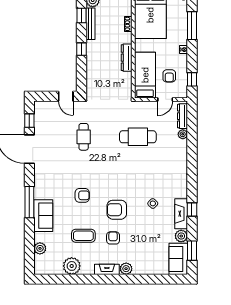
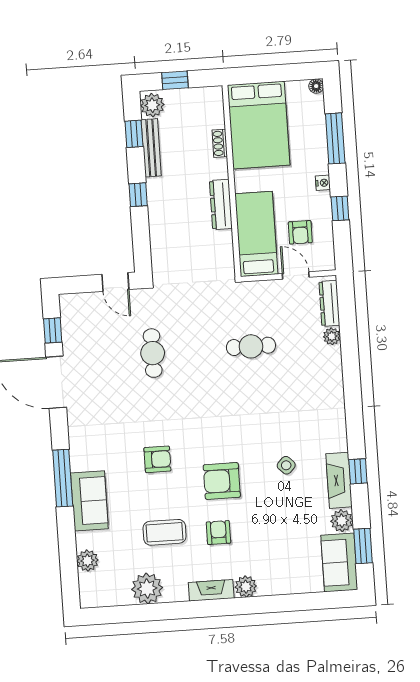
window: (192, 79) -> (340, 208), moved
door: (165, 99) -> (296, 275), swing flipped
cafe table: (138, 137) -> (251, 346), width x0.73, depth x0.74

